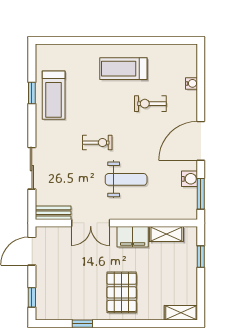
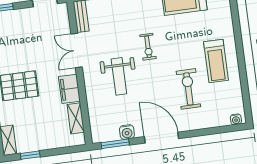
treadmill: (123, 69) -> (216, 61), turned 180
water cooler: (192, 83) -> (236, 119), moved
exercise bike: (150, 104) -> (188, 89), width x1.38, depth x1.39
window: (201, 257) -> (30, 155), moved

